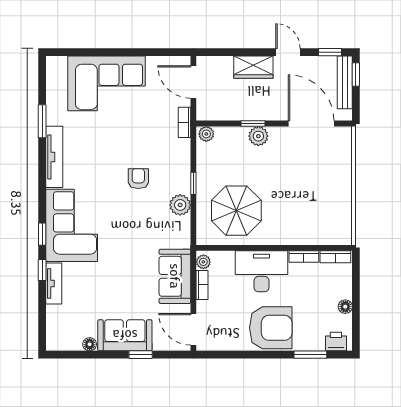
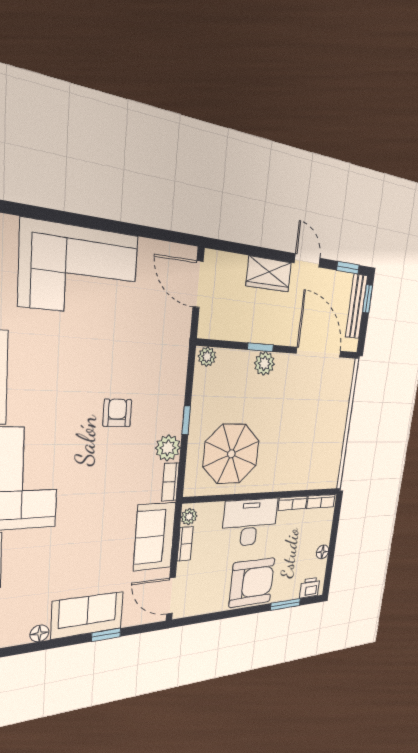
bookcase: (185, 122) -> (170, 482), moved

